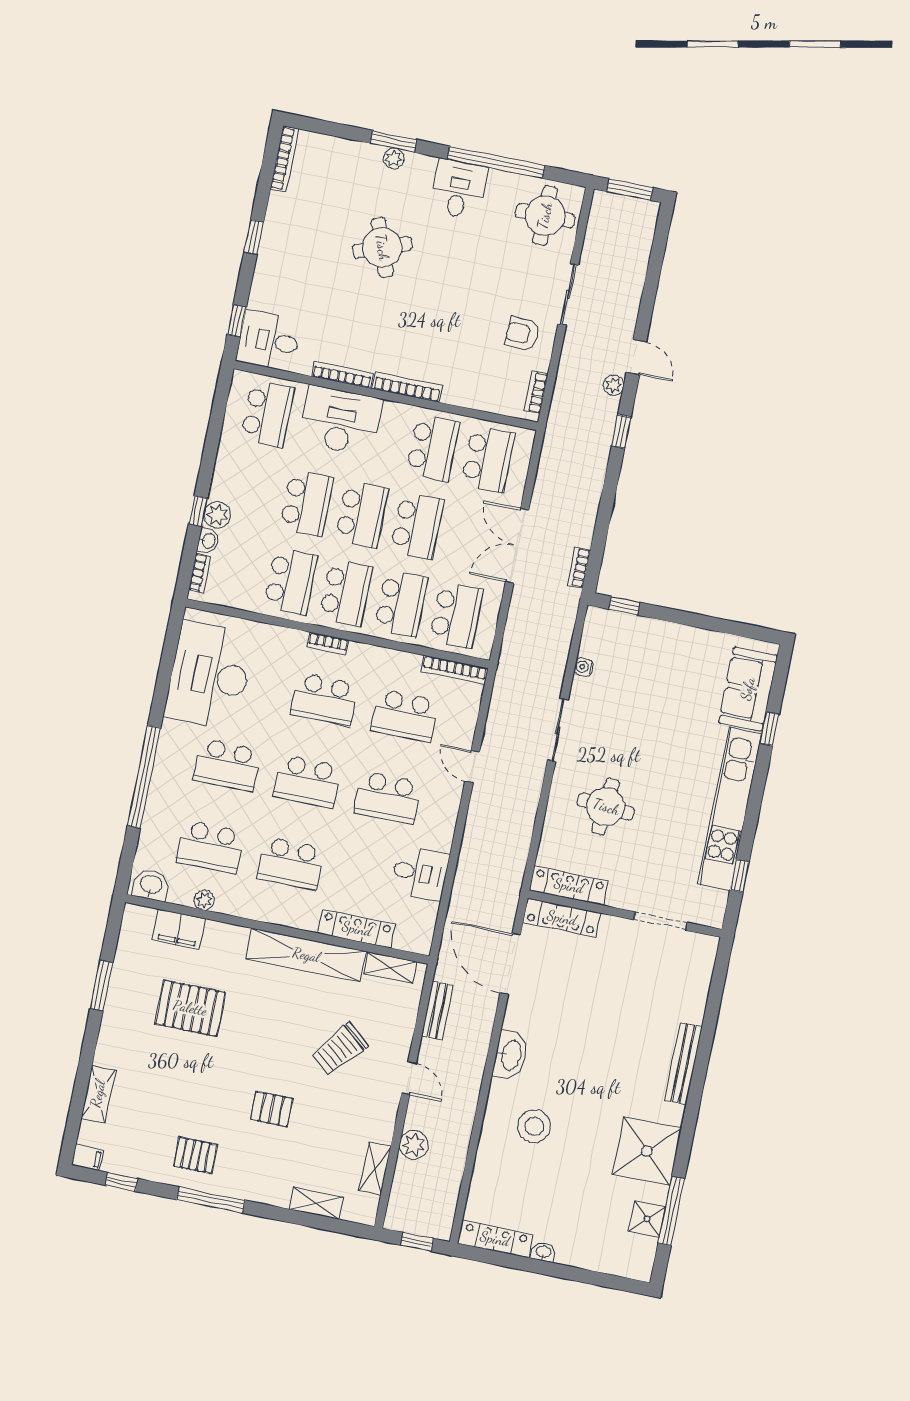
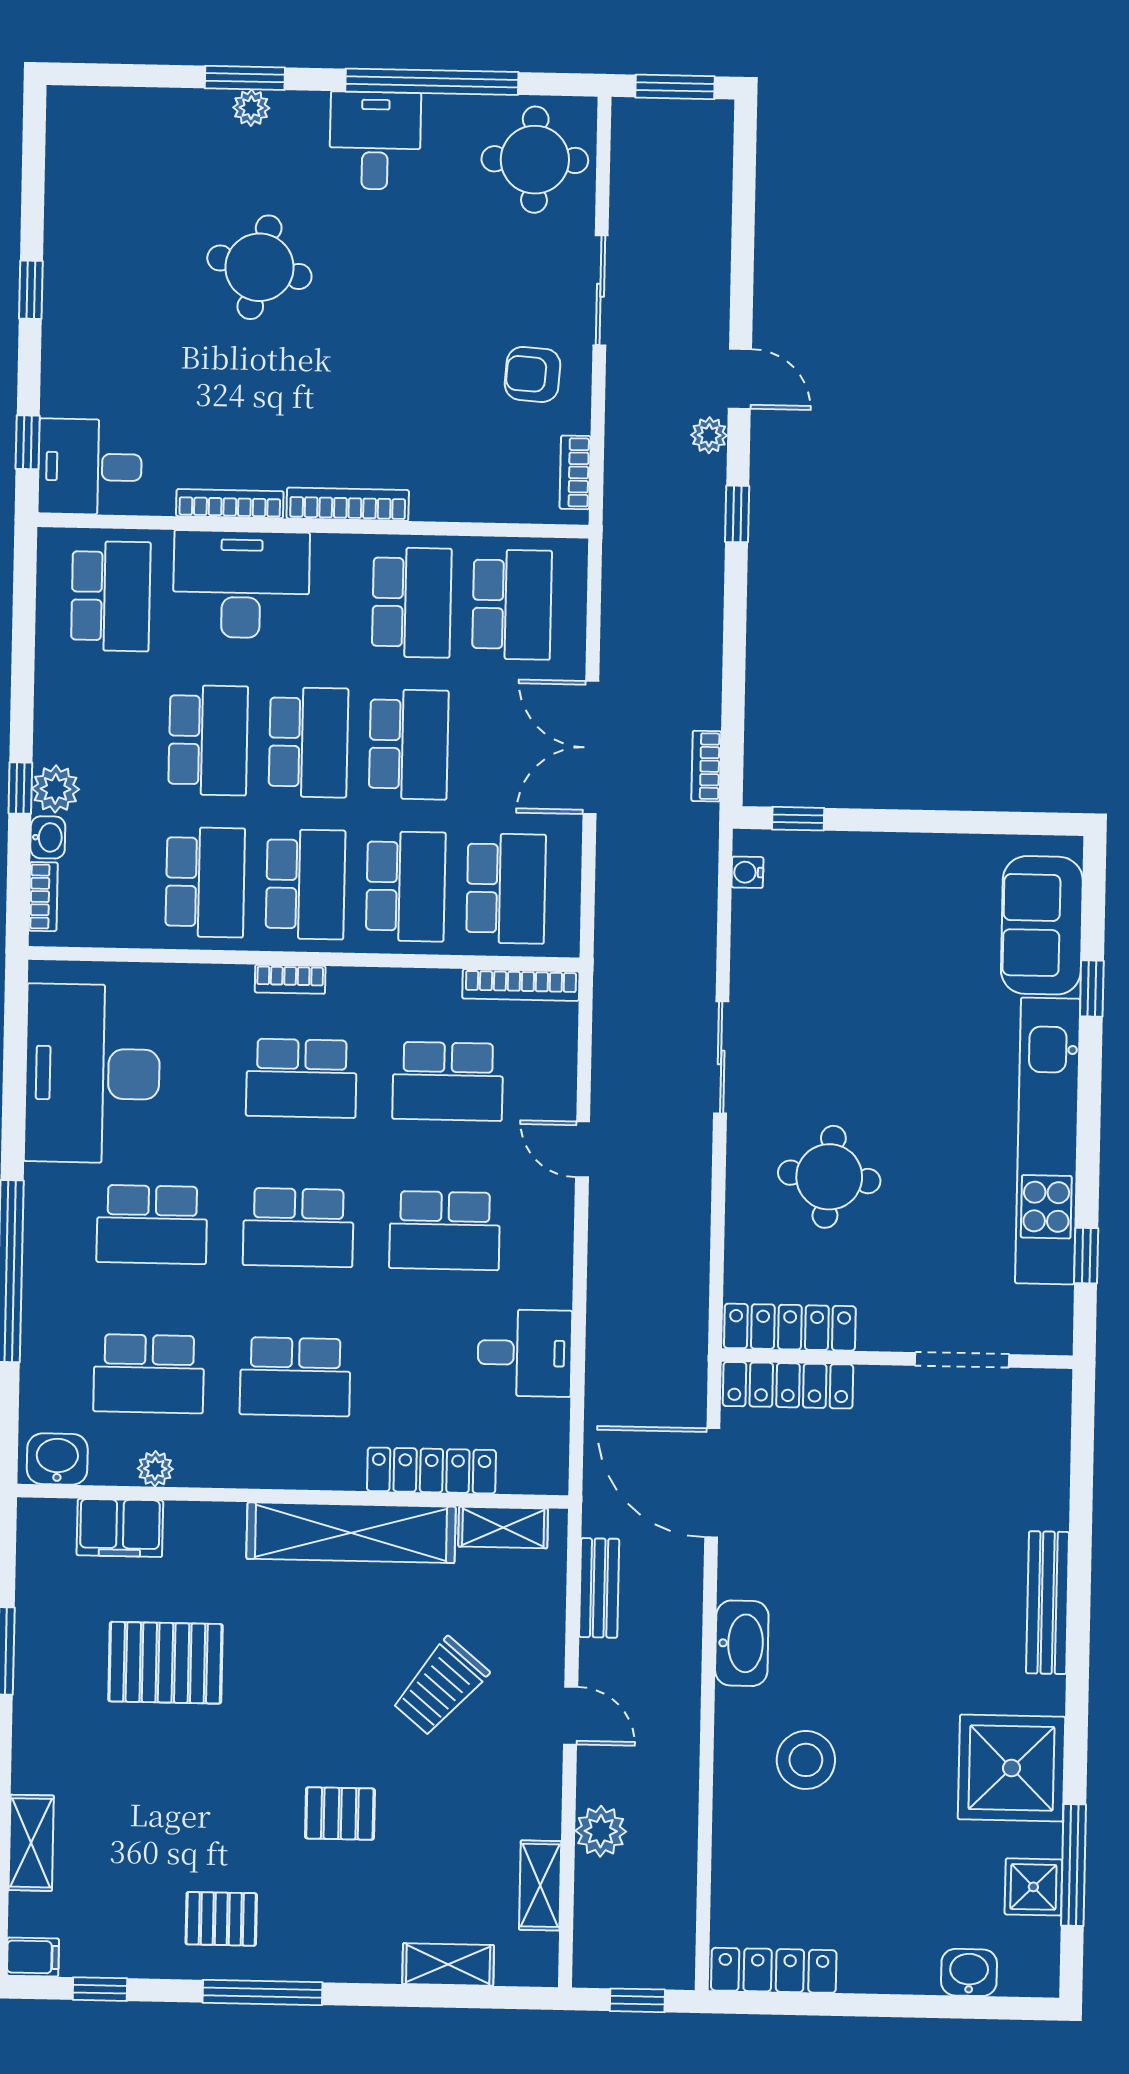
bookcase: (285, 159) -> (60, 143), removed
round table: (382, 247) -> (259, 267), turned 32
water cooler: (583, 667) -> (747, 872), moved
washbasin: (543, 1252) -> (969, 1972), moved, width x1.38, depth x1.45

